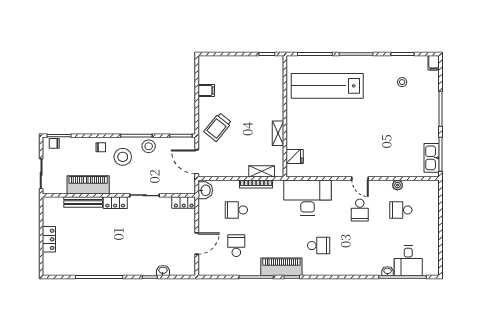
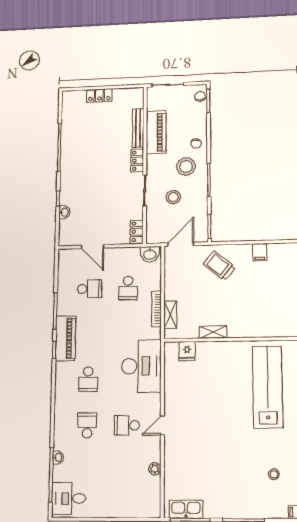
stool: (149, 146) -> (173, 197), moved
school desk: (236, 210) -> (128, 288), turned 180
school desk: (401, 210) -> (87, 426), moved
desk: (408, 261) -> (69, 498), moved

